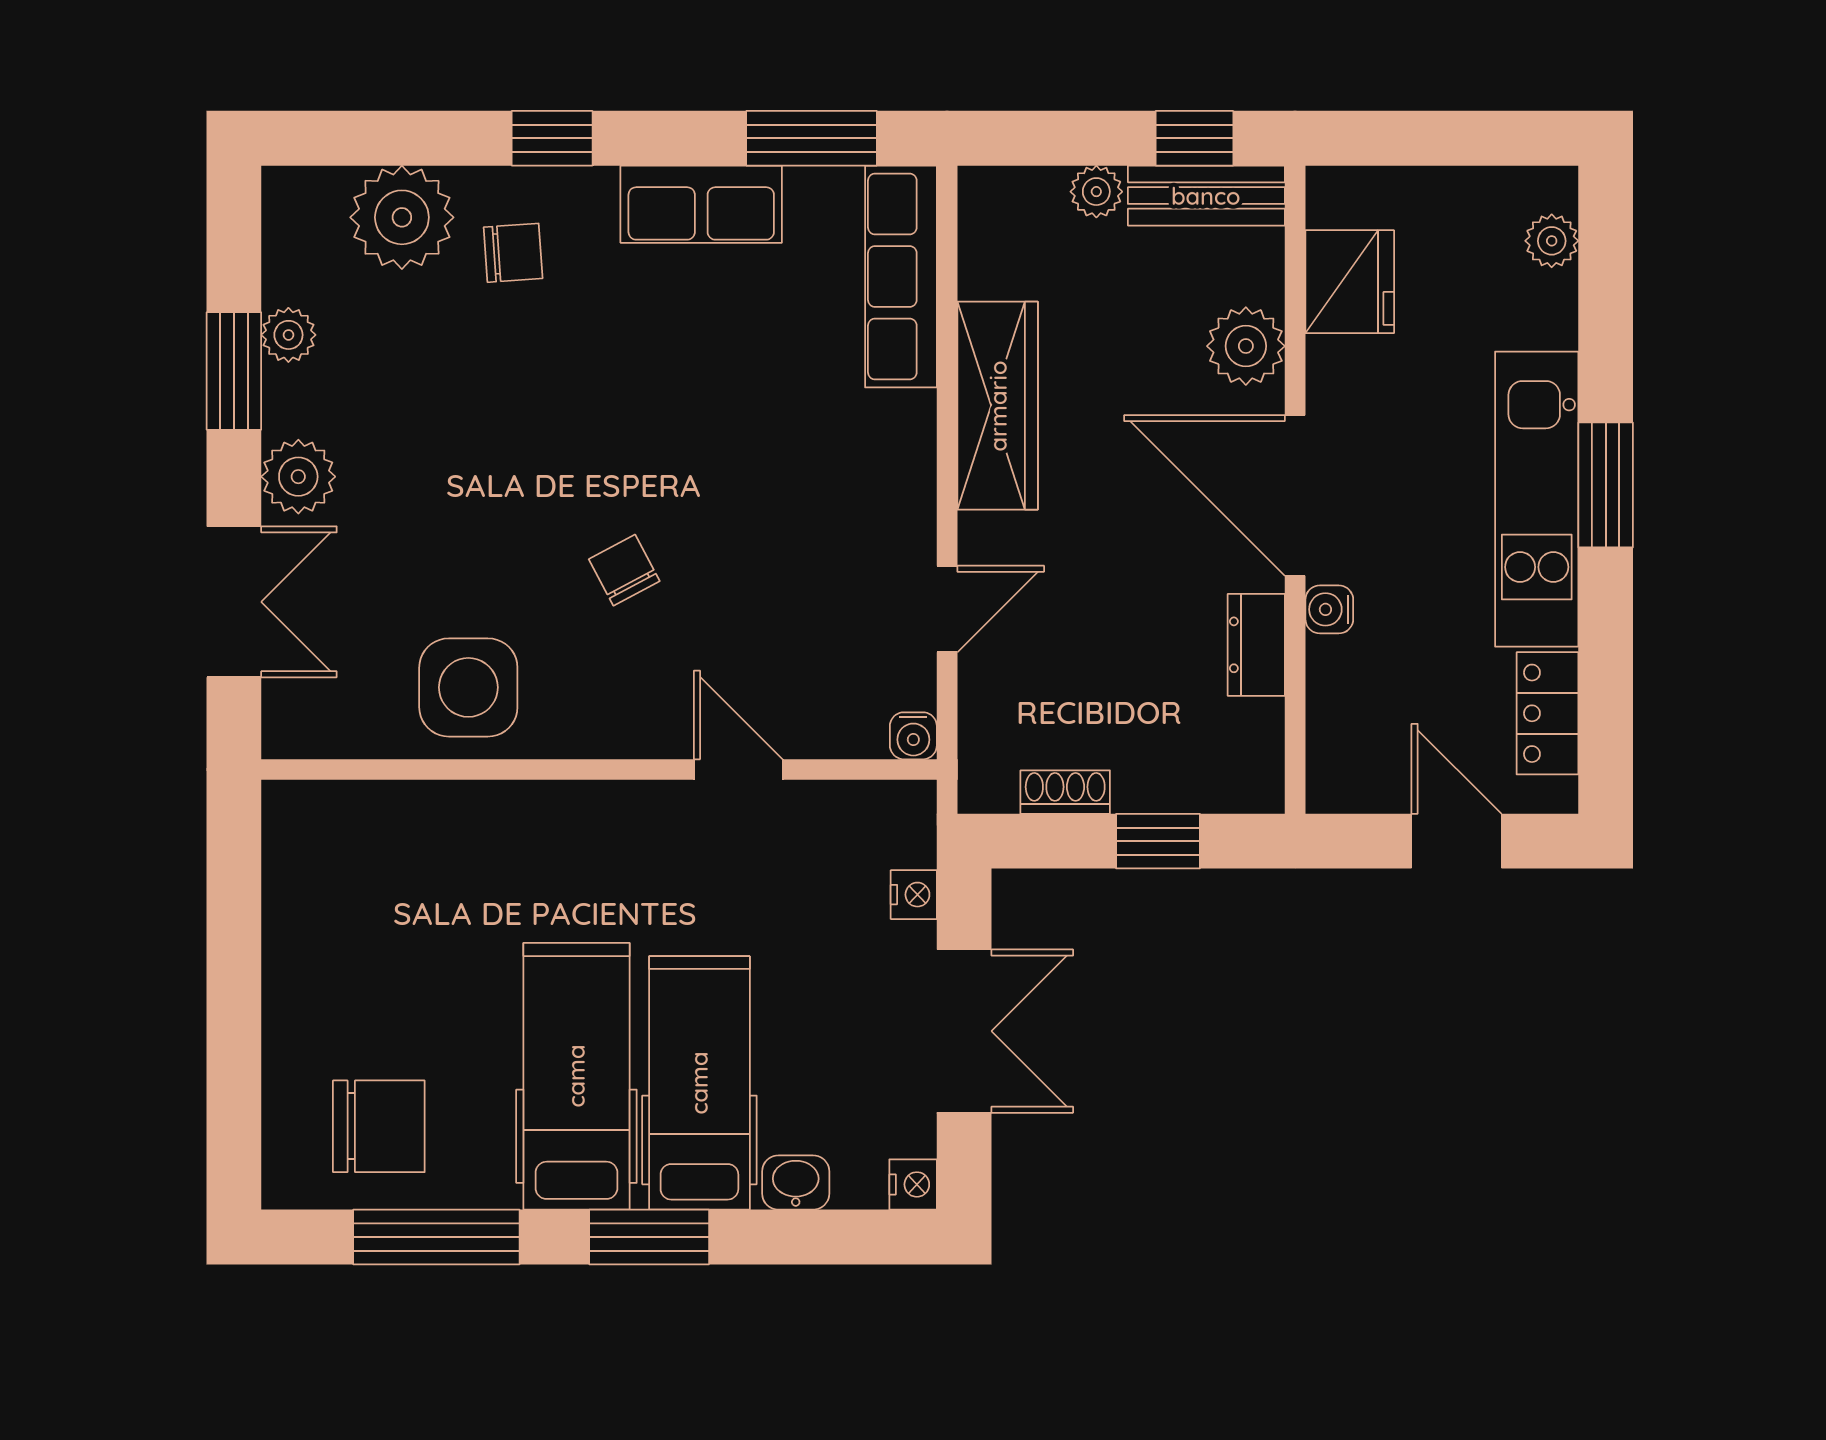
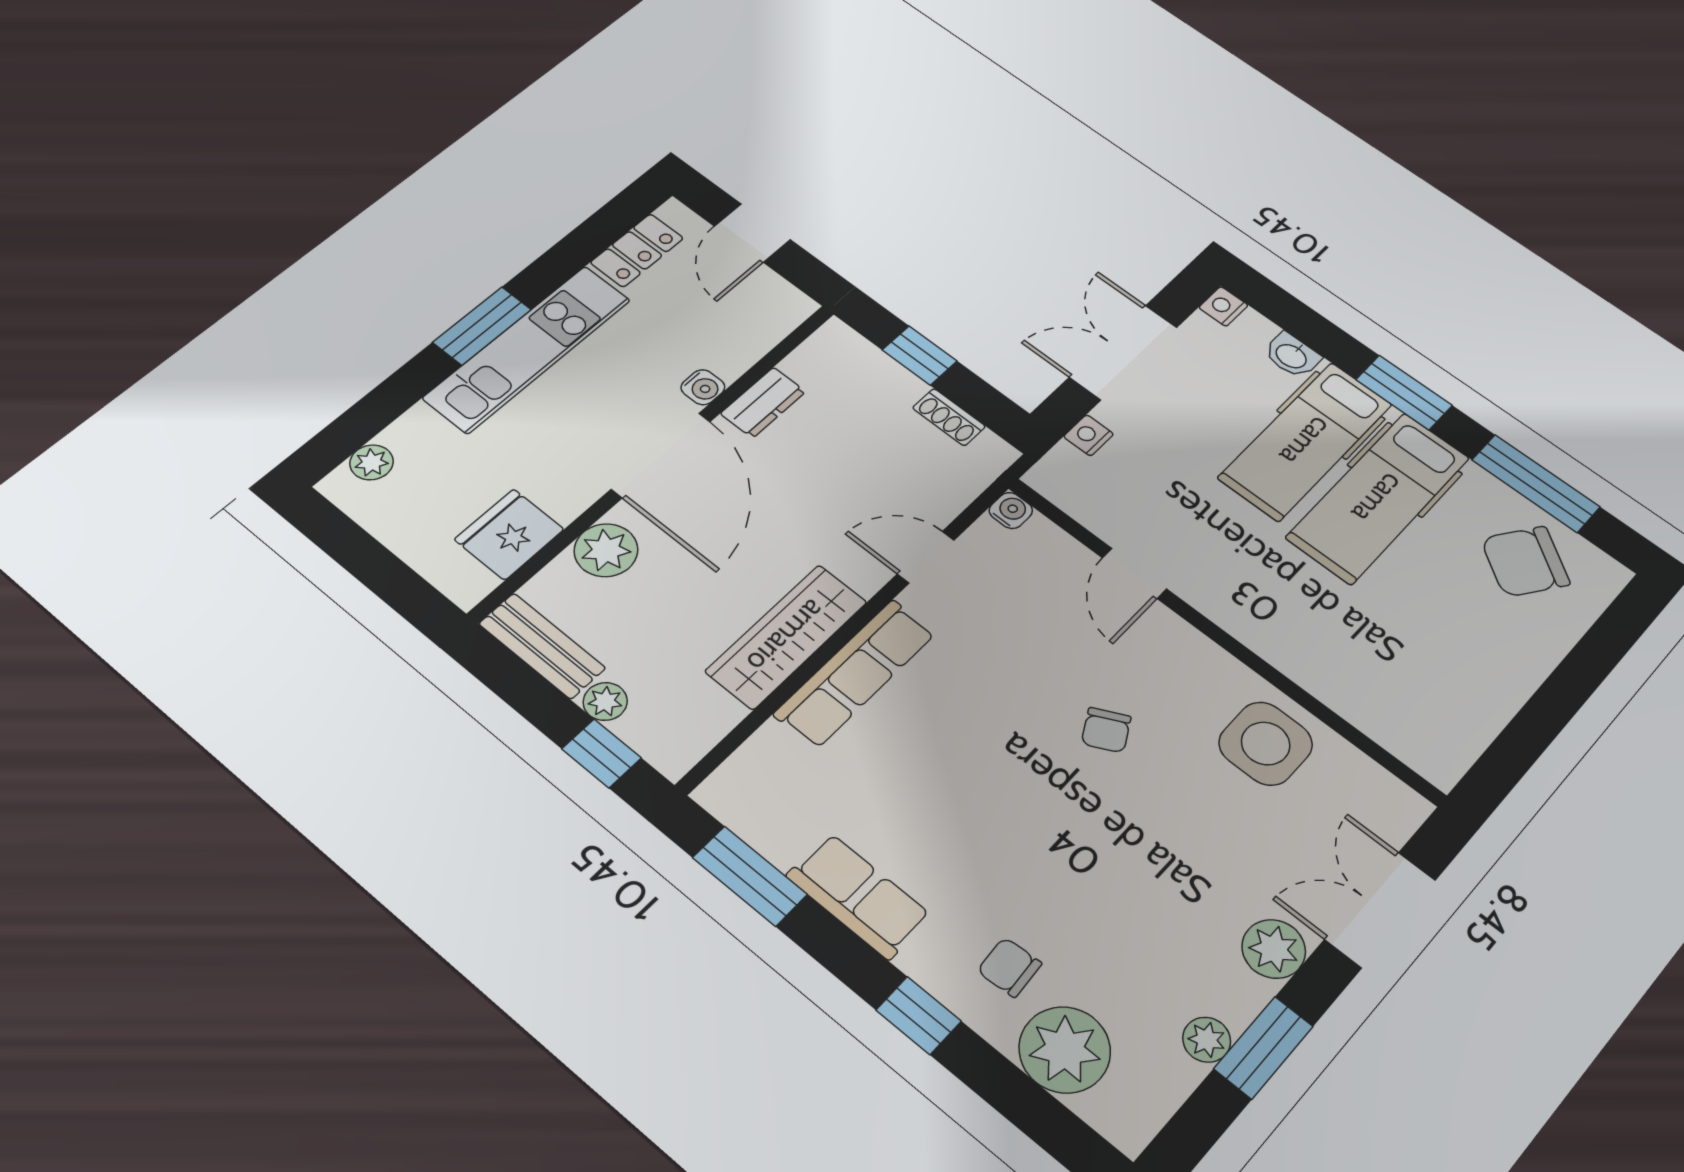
window: (1194, 138) -> (601, 753), moved
row of seats: (901, 276) -> (855, 673), moved
chair: (379, 1126) -> (1525, 562), turned -55

